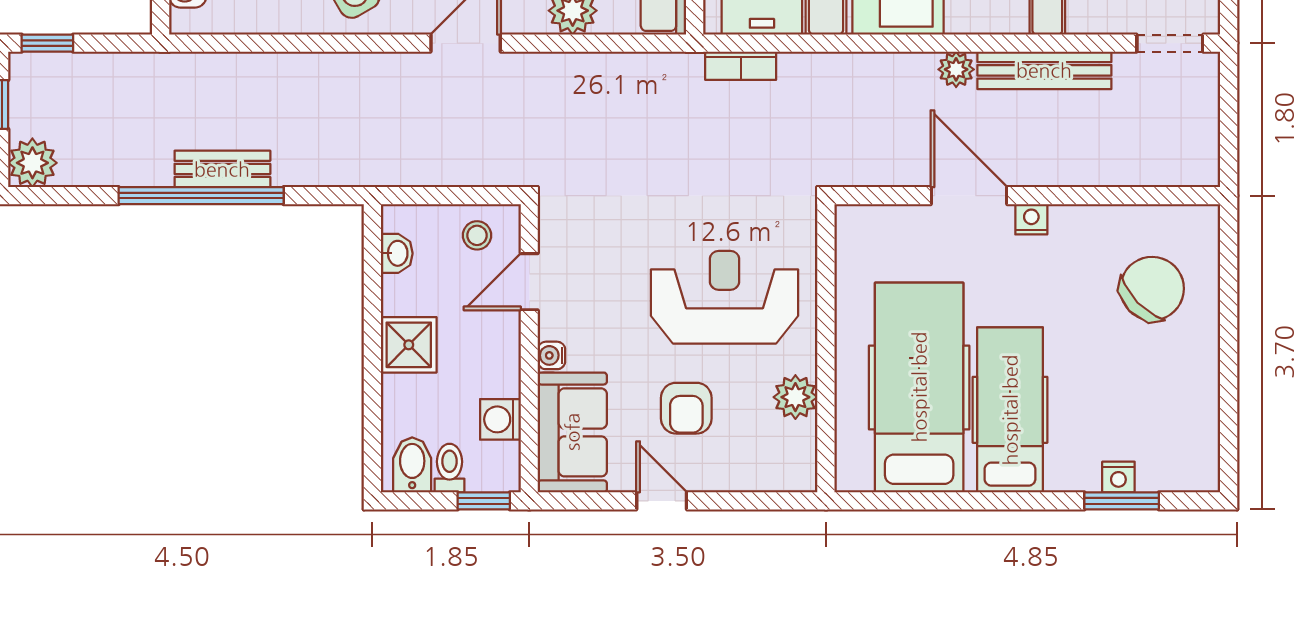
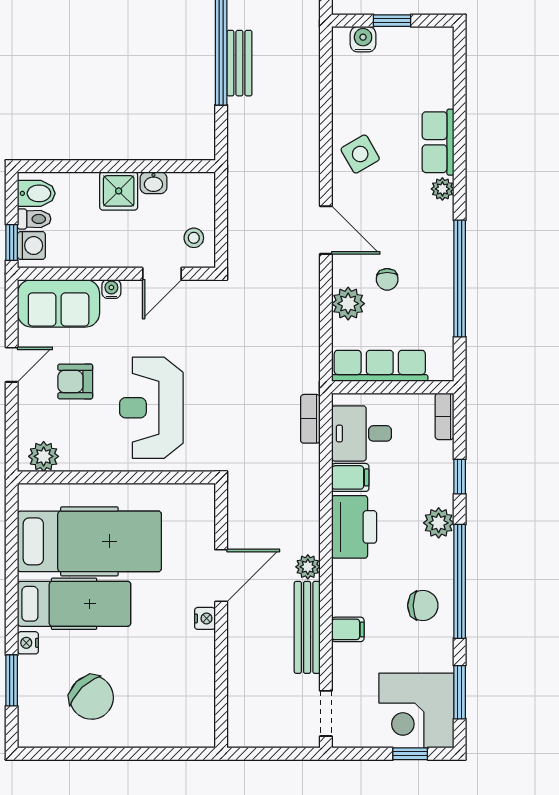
washbasin: (397, 253) -> (153, 183), moved
door: (529, 282) -> (162, 274), swing flipped
chair: (1152, 289) -> (92, 697), moved
reception desk: (725, 297) -> (151, 408), turned 180
plant: (795, 397) -> (44, 456), moved
washing machine: (500, 419) -> (31, 246), moved, turned 90
nightstand: (1118, 477) -> (28, 643), moved

